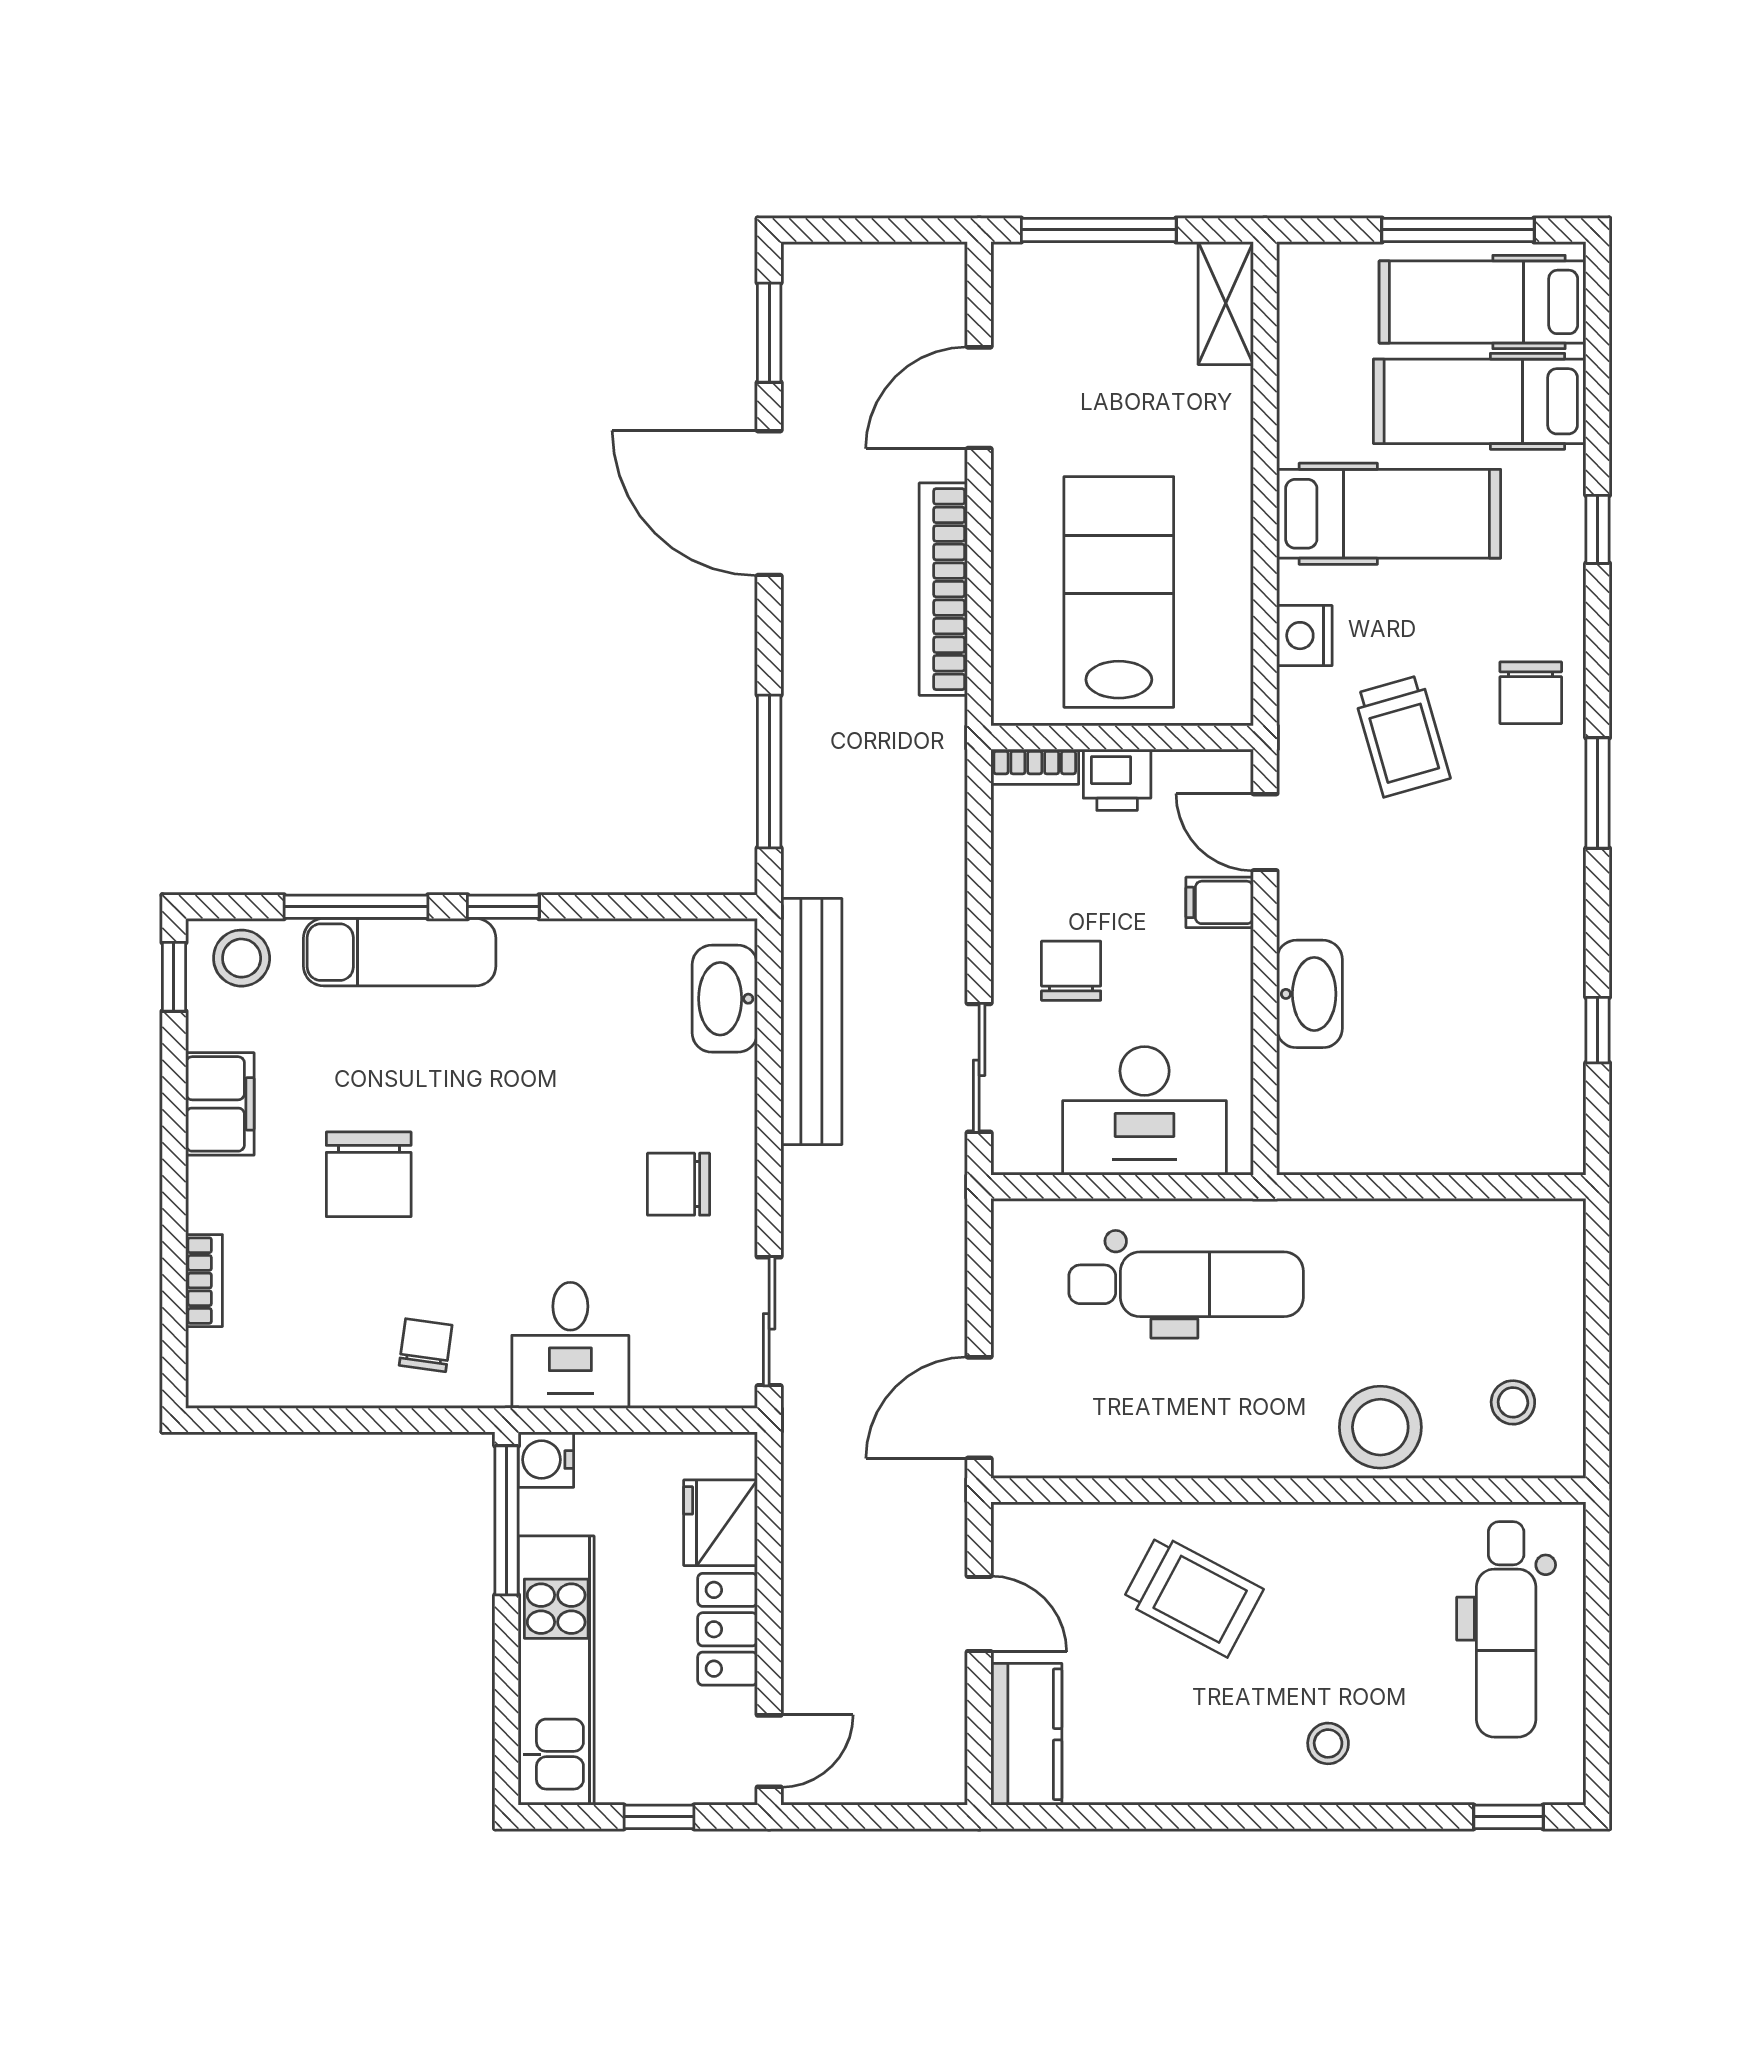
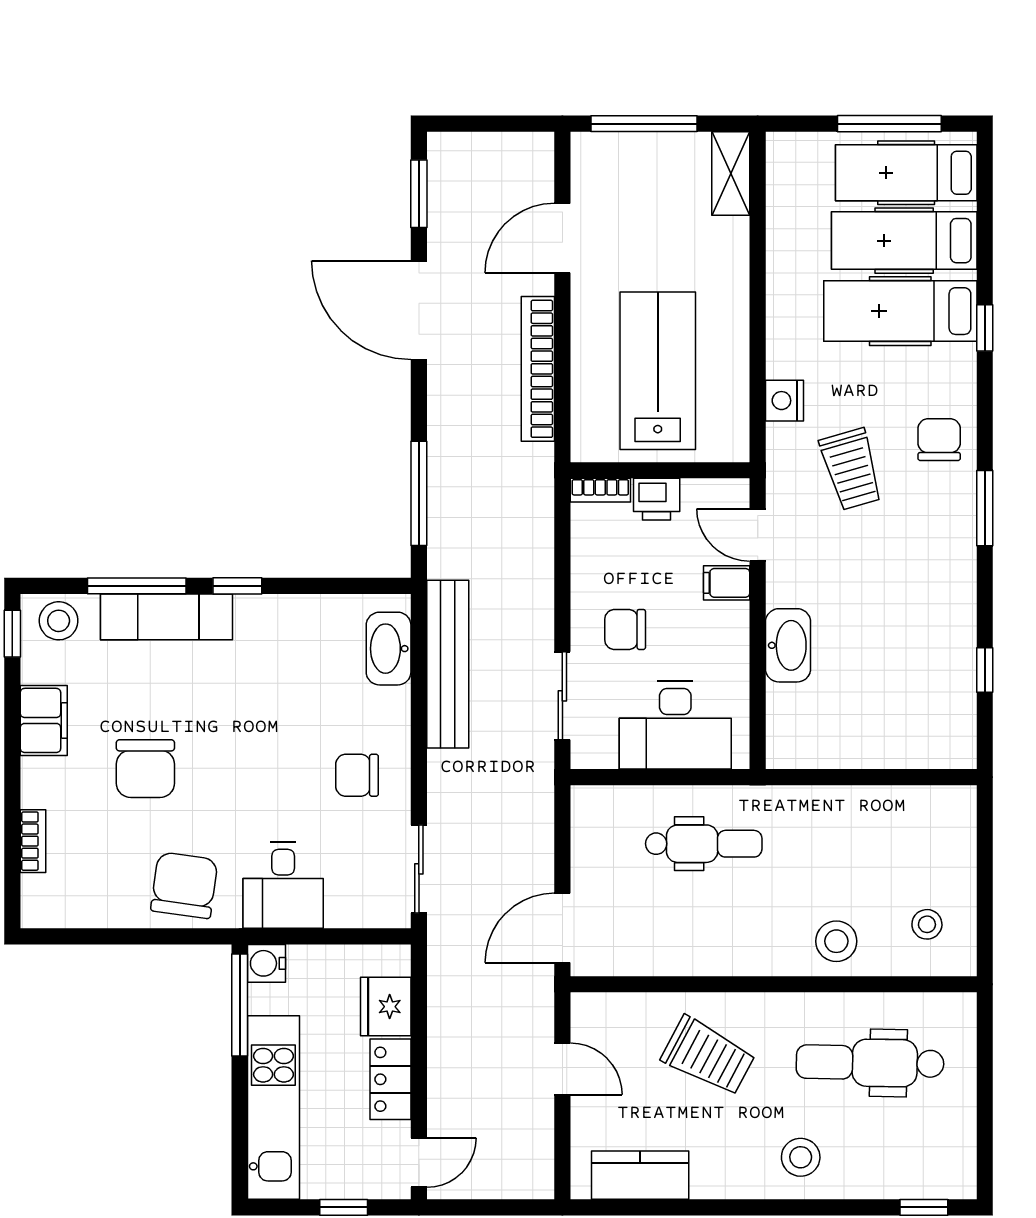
hospital bed: (1389, 514) -> (900, 311), moved, turned 180
chair: (1531, 693) -> (939, 440), turned 180
chair: (1071, 971) -> (625, 629), turned -90
dental chair: (1186, 1284) -> (704, 844), width x0.73, depth x0.72
chair: (426, 1345) -> (184, 885), width x1.87, depth x1.87
stool: (1380, 1427) -> (836, 941), width x0.73, depth x0.73
dental chair: (1506, 1629) -> (870, 1063), moved, turned 91
kitchen counter: (1026, 1734) -> (640, 1175), moved, turned -90
stool: (1328, 1743) -> (801, 1157), width x1.37, depth x1.37

